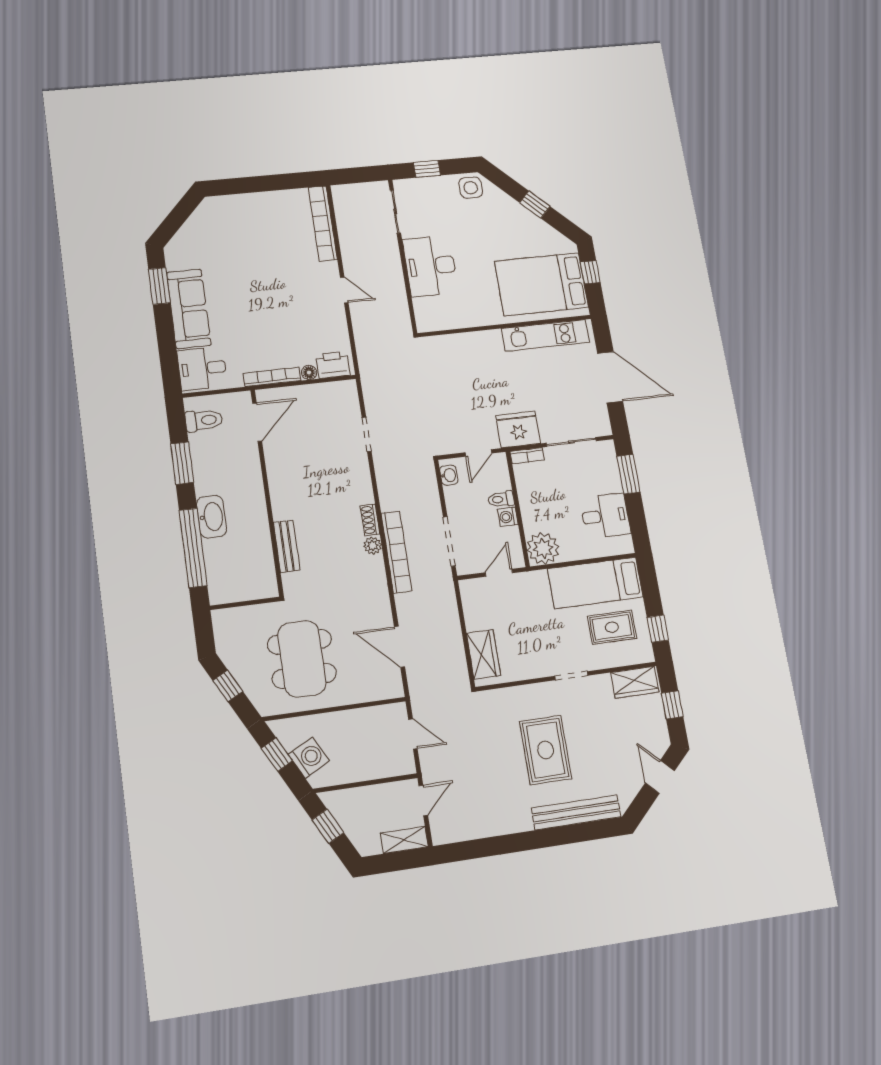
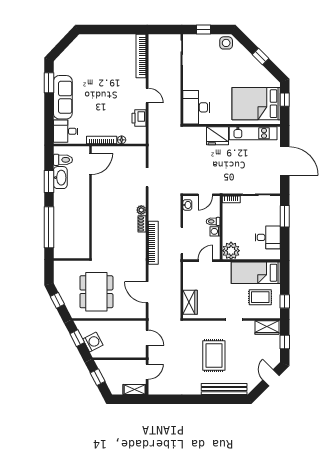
desk: (431, 266) -> (196, 107), moved
printer: (333, 365) -> (139, 118), moved, turned -90
fridge: (518, 429) -> (218, 136), moved, turned 180
washbasin: (211, 517) -> (60, 178), moved
bench: (287, 546) -> (97, 232), removed
plant: (373, 546) -> (141, 210), moved

